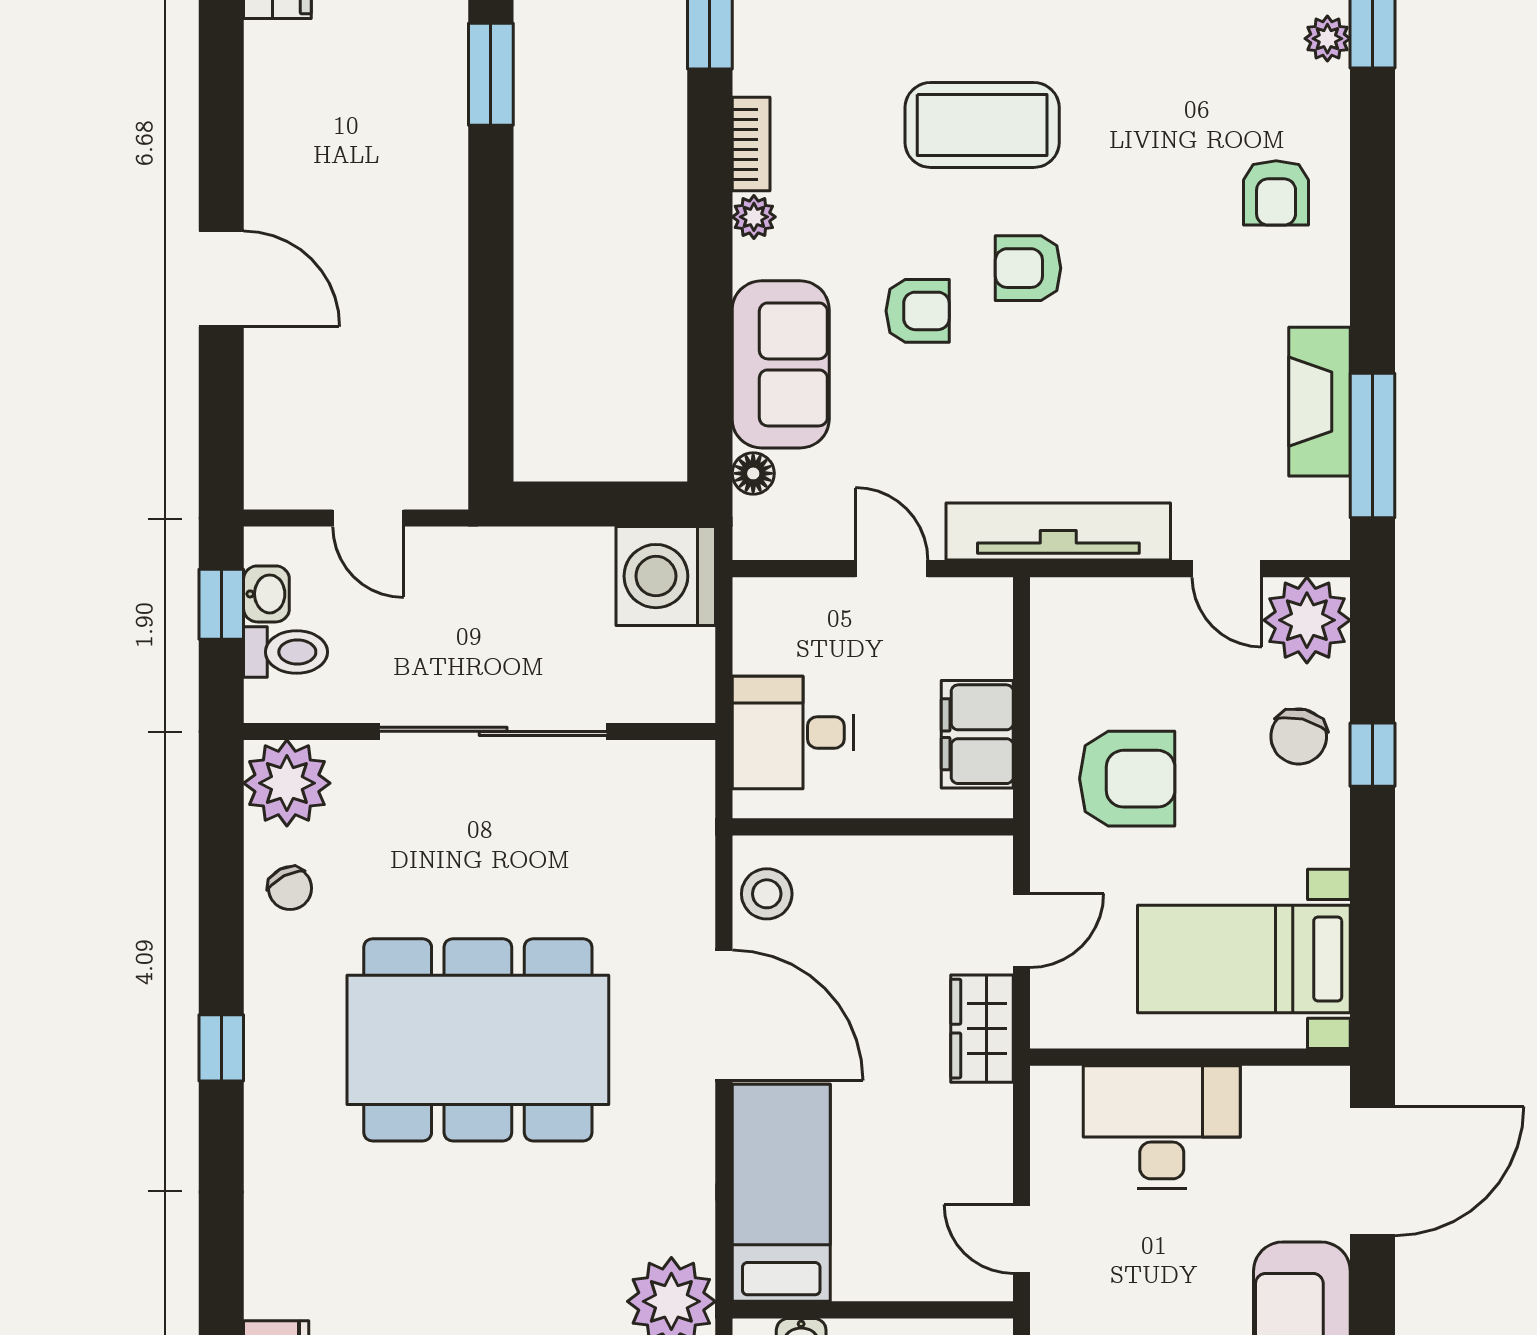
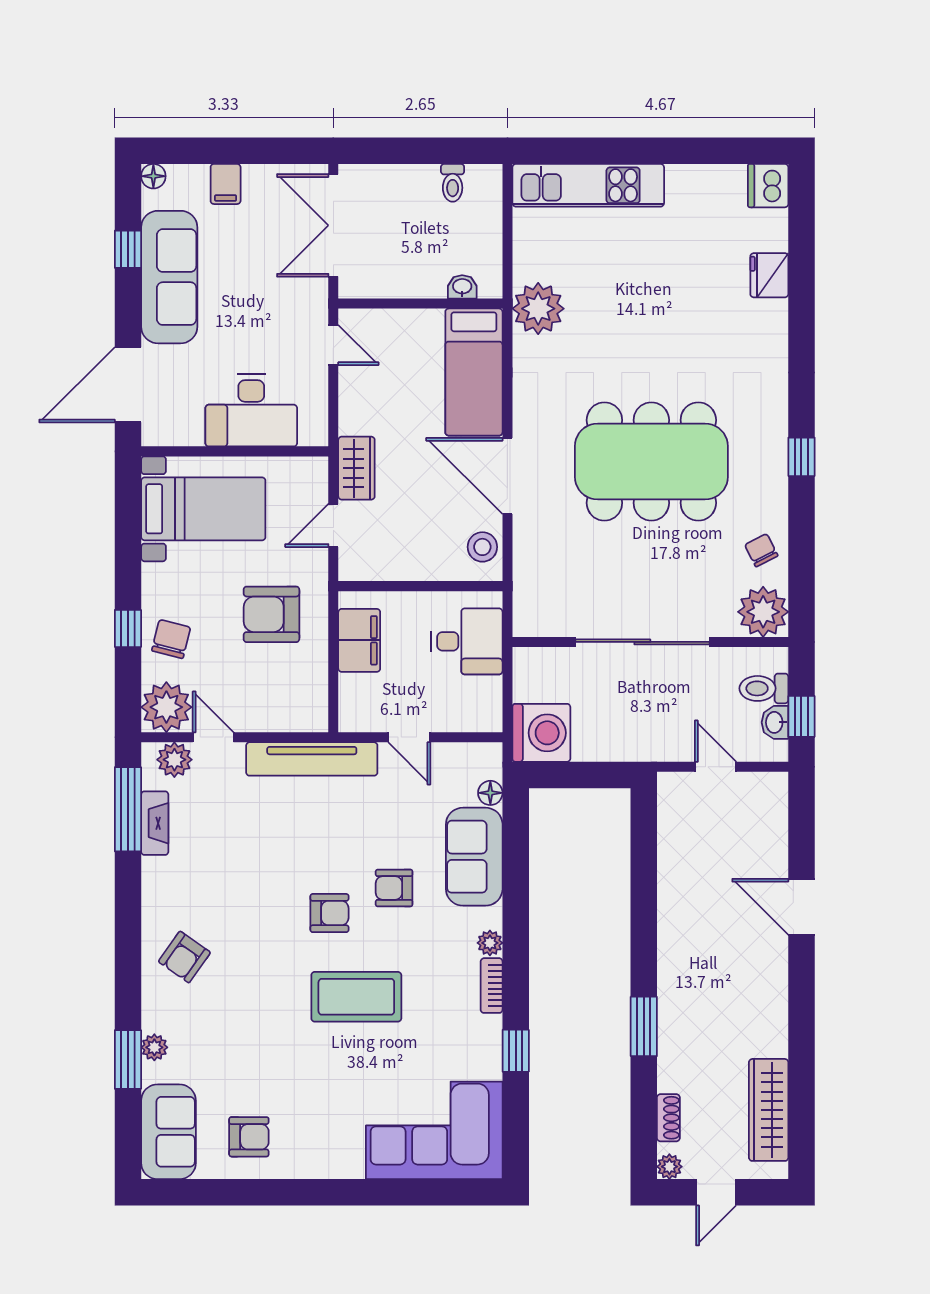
armchair: (1276, 193) -> (184, 957), turned -145
fireplace: (1319, 402) -> (155, 823), width x0.73, depth x0.76
plant: (1293, 530) -> (174, 760), added

